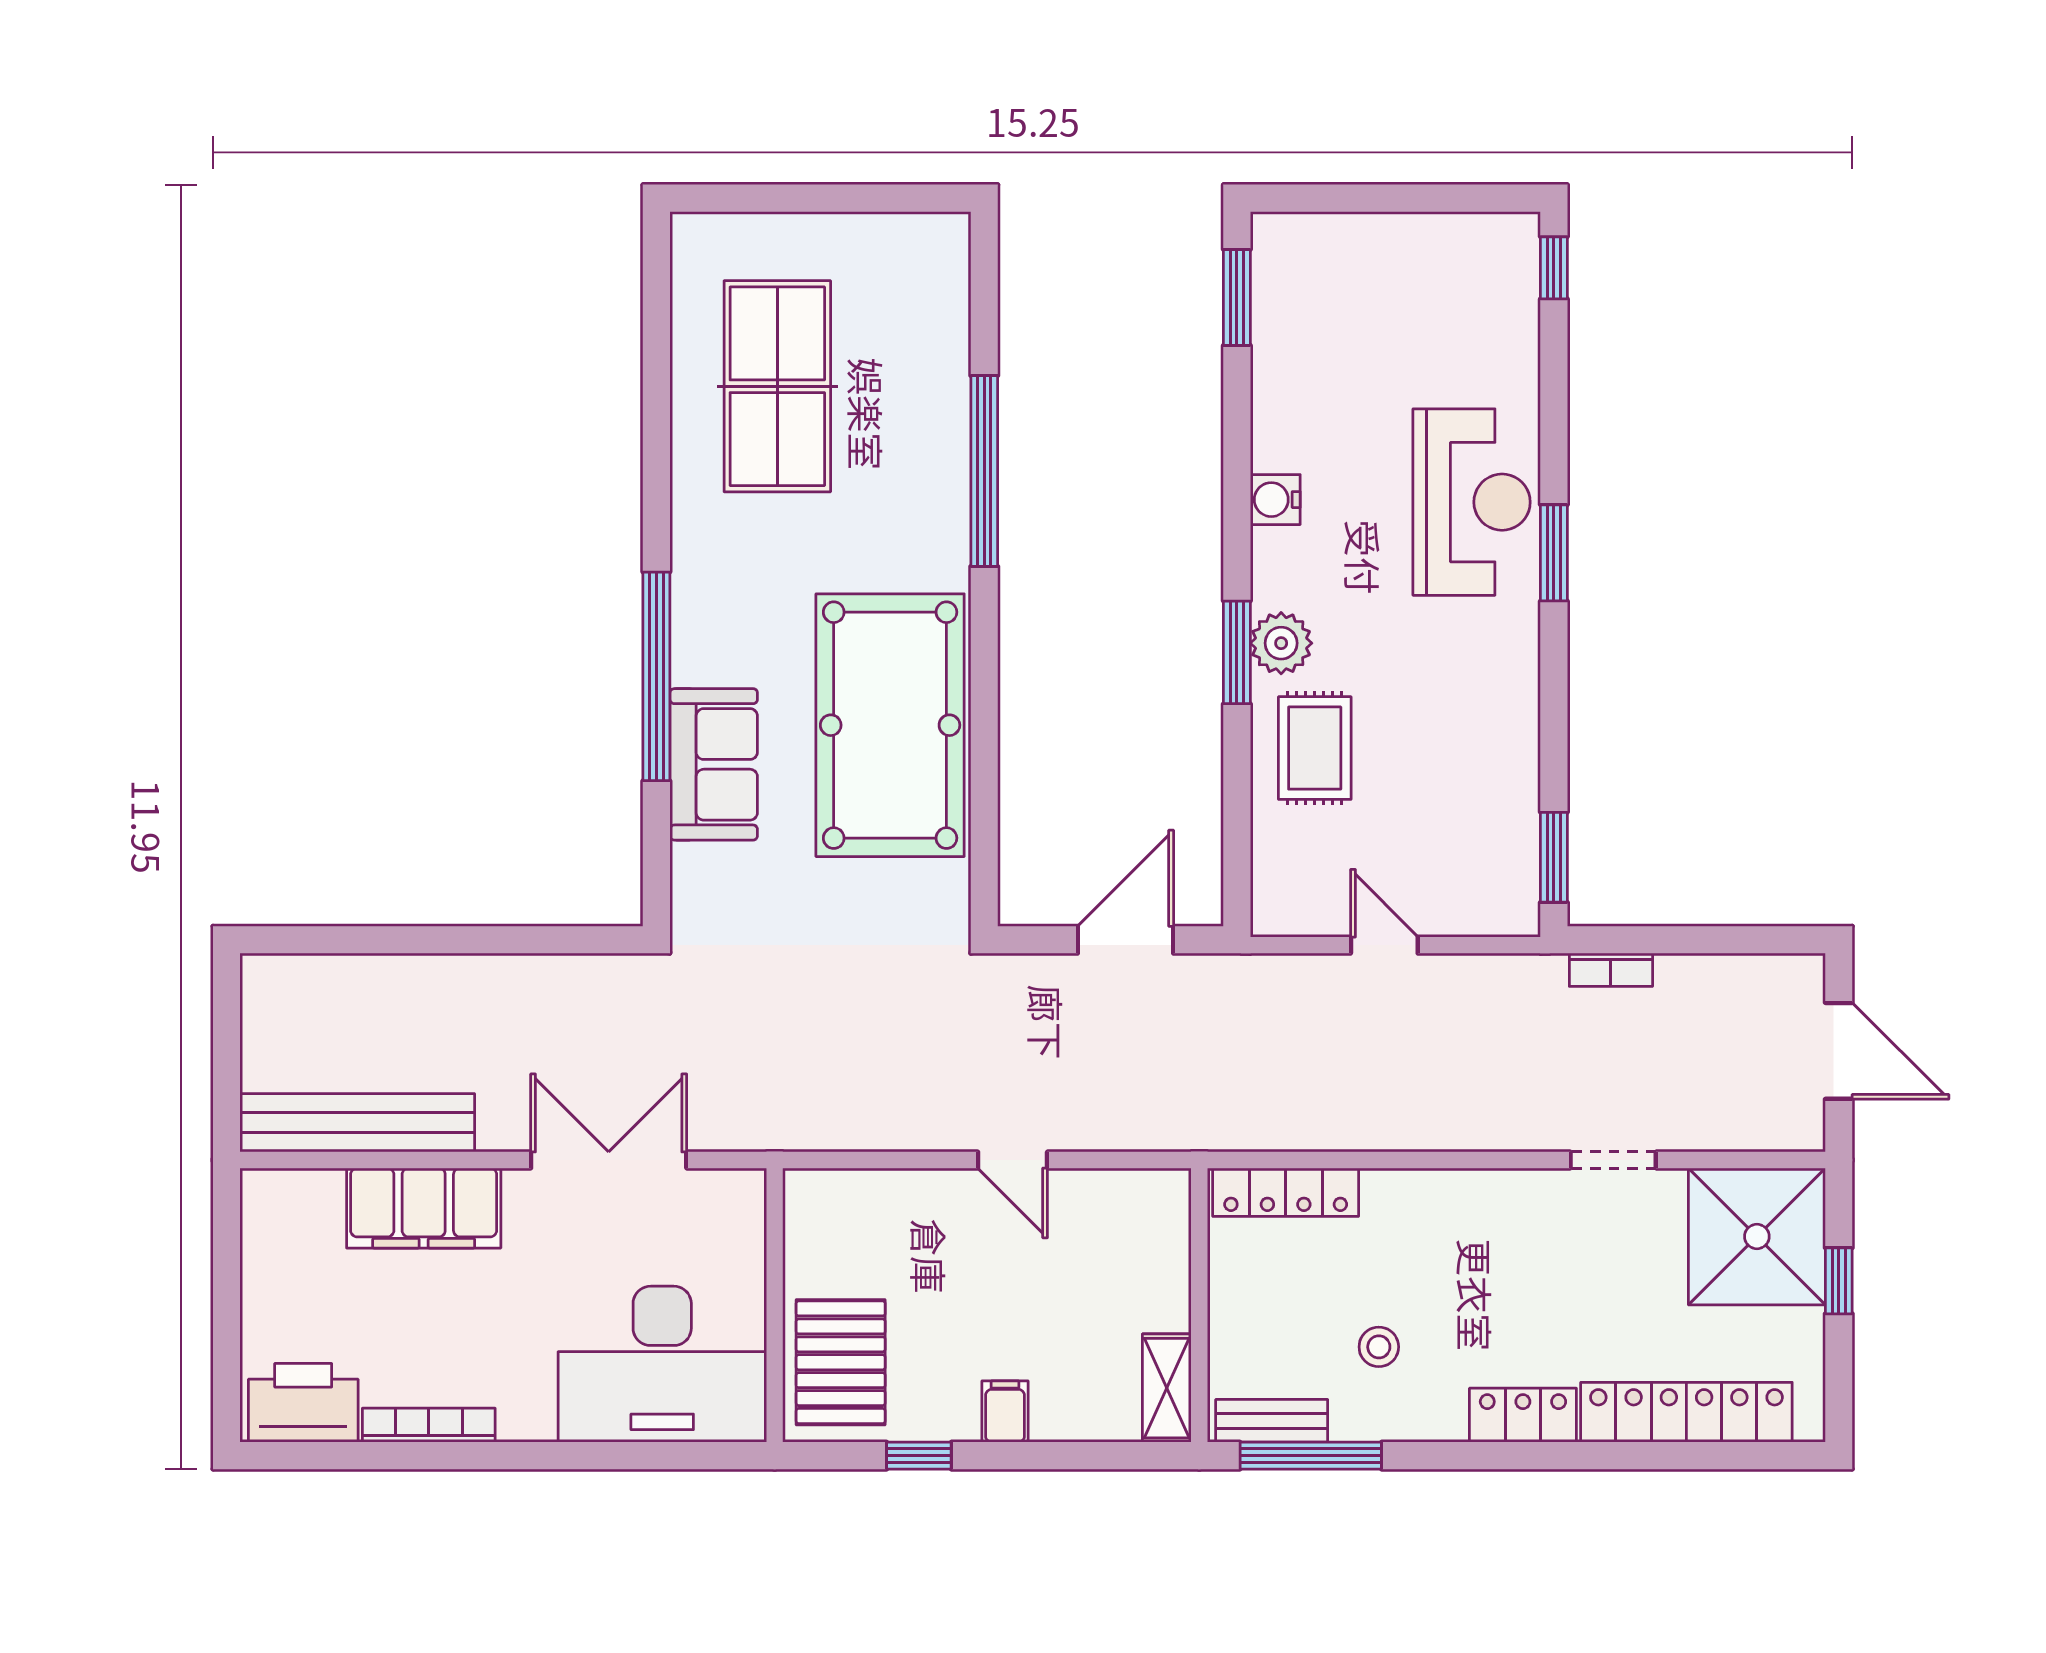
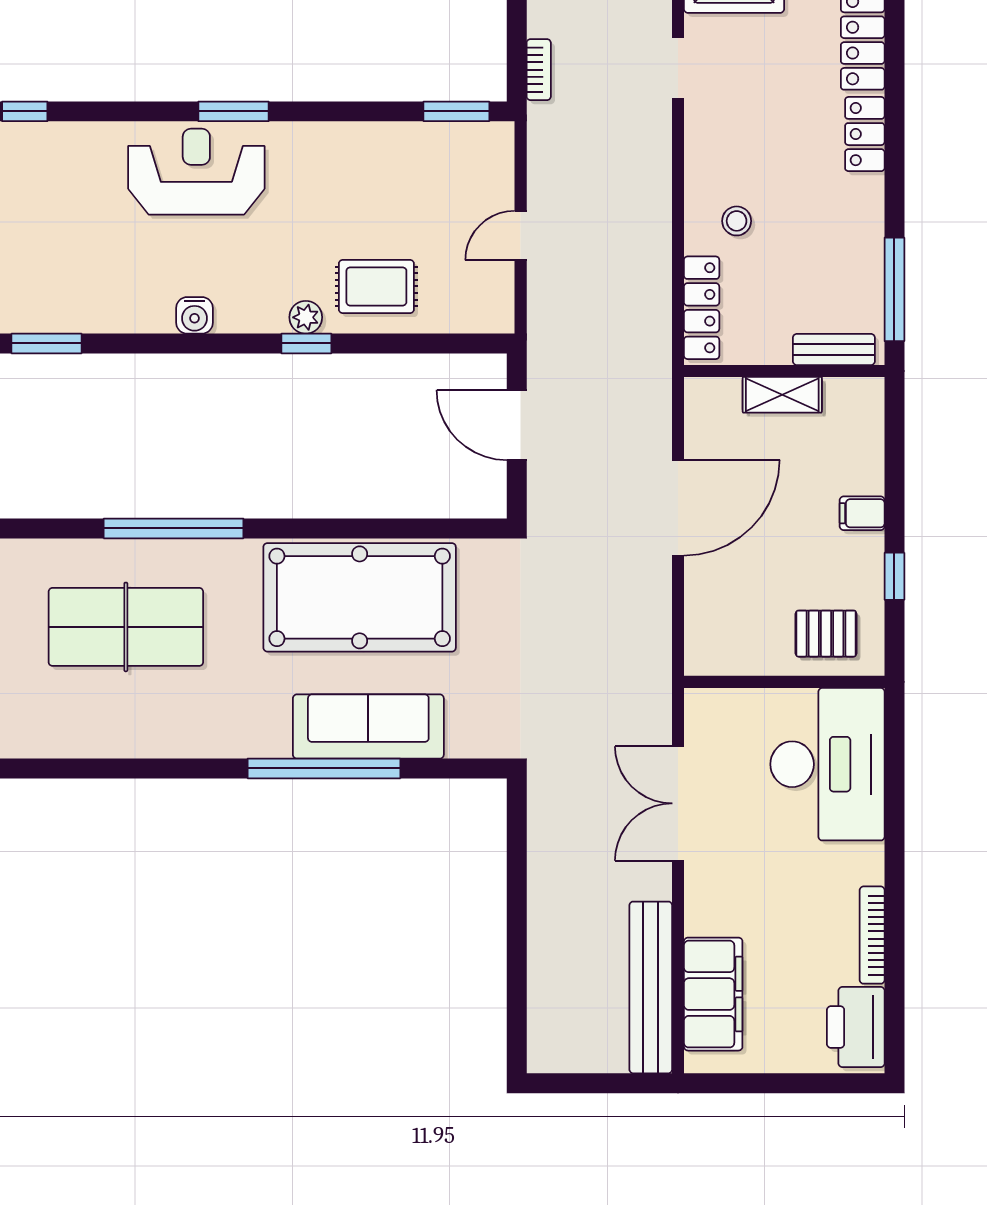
table tennis table: (777, 386) -> (126, 627), moved
plant: (1281, 643) -> (306, 317), width x0.73, depth x0.73
window: (1237, 652) -> (306, 343), width x0.67
sofa: (714, 764) -> (368, 727), width x1.36
door: (1013, 1160) -> (678, 508), width x1.87
filing cabinet: (424, 1208) -> (713, 994), moved
stool: (1379, 1347) -> (737, 221), moved
pallet: (841, 1362) -> (826, 634), width x0.67, depth x0.71
shelving: (1167, 1388) -> (782, 395), moved
bench: (1272, 1421) -> (834, 349), moved, turned 90

